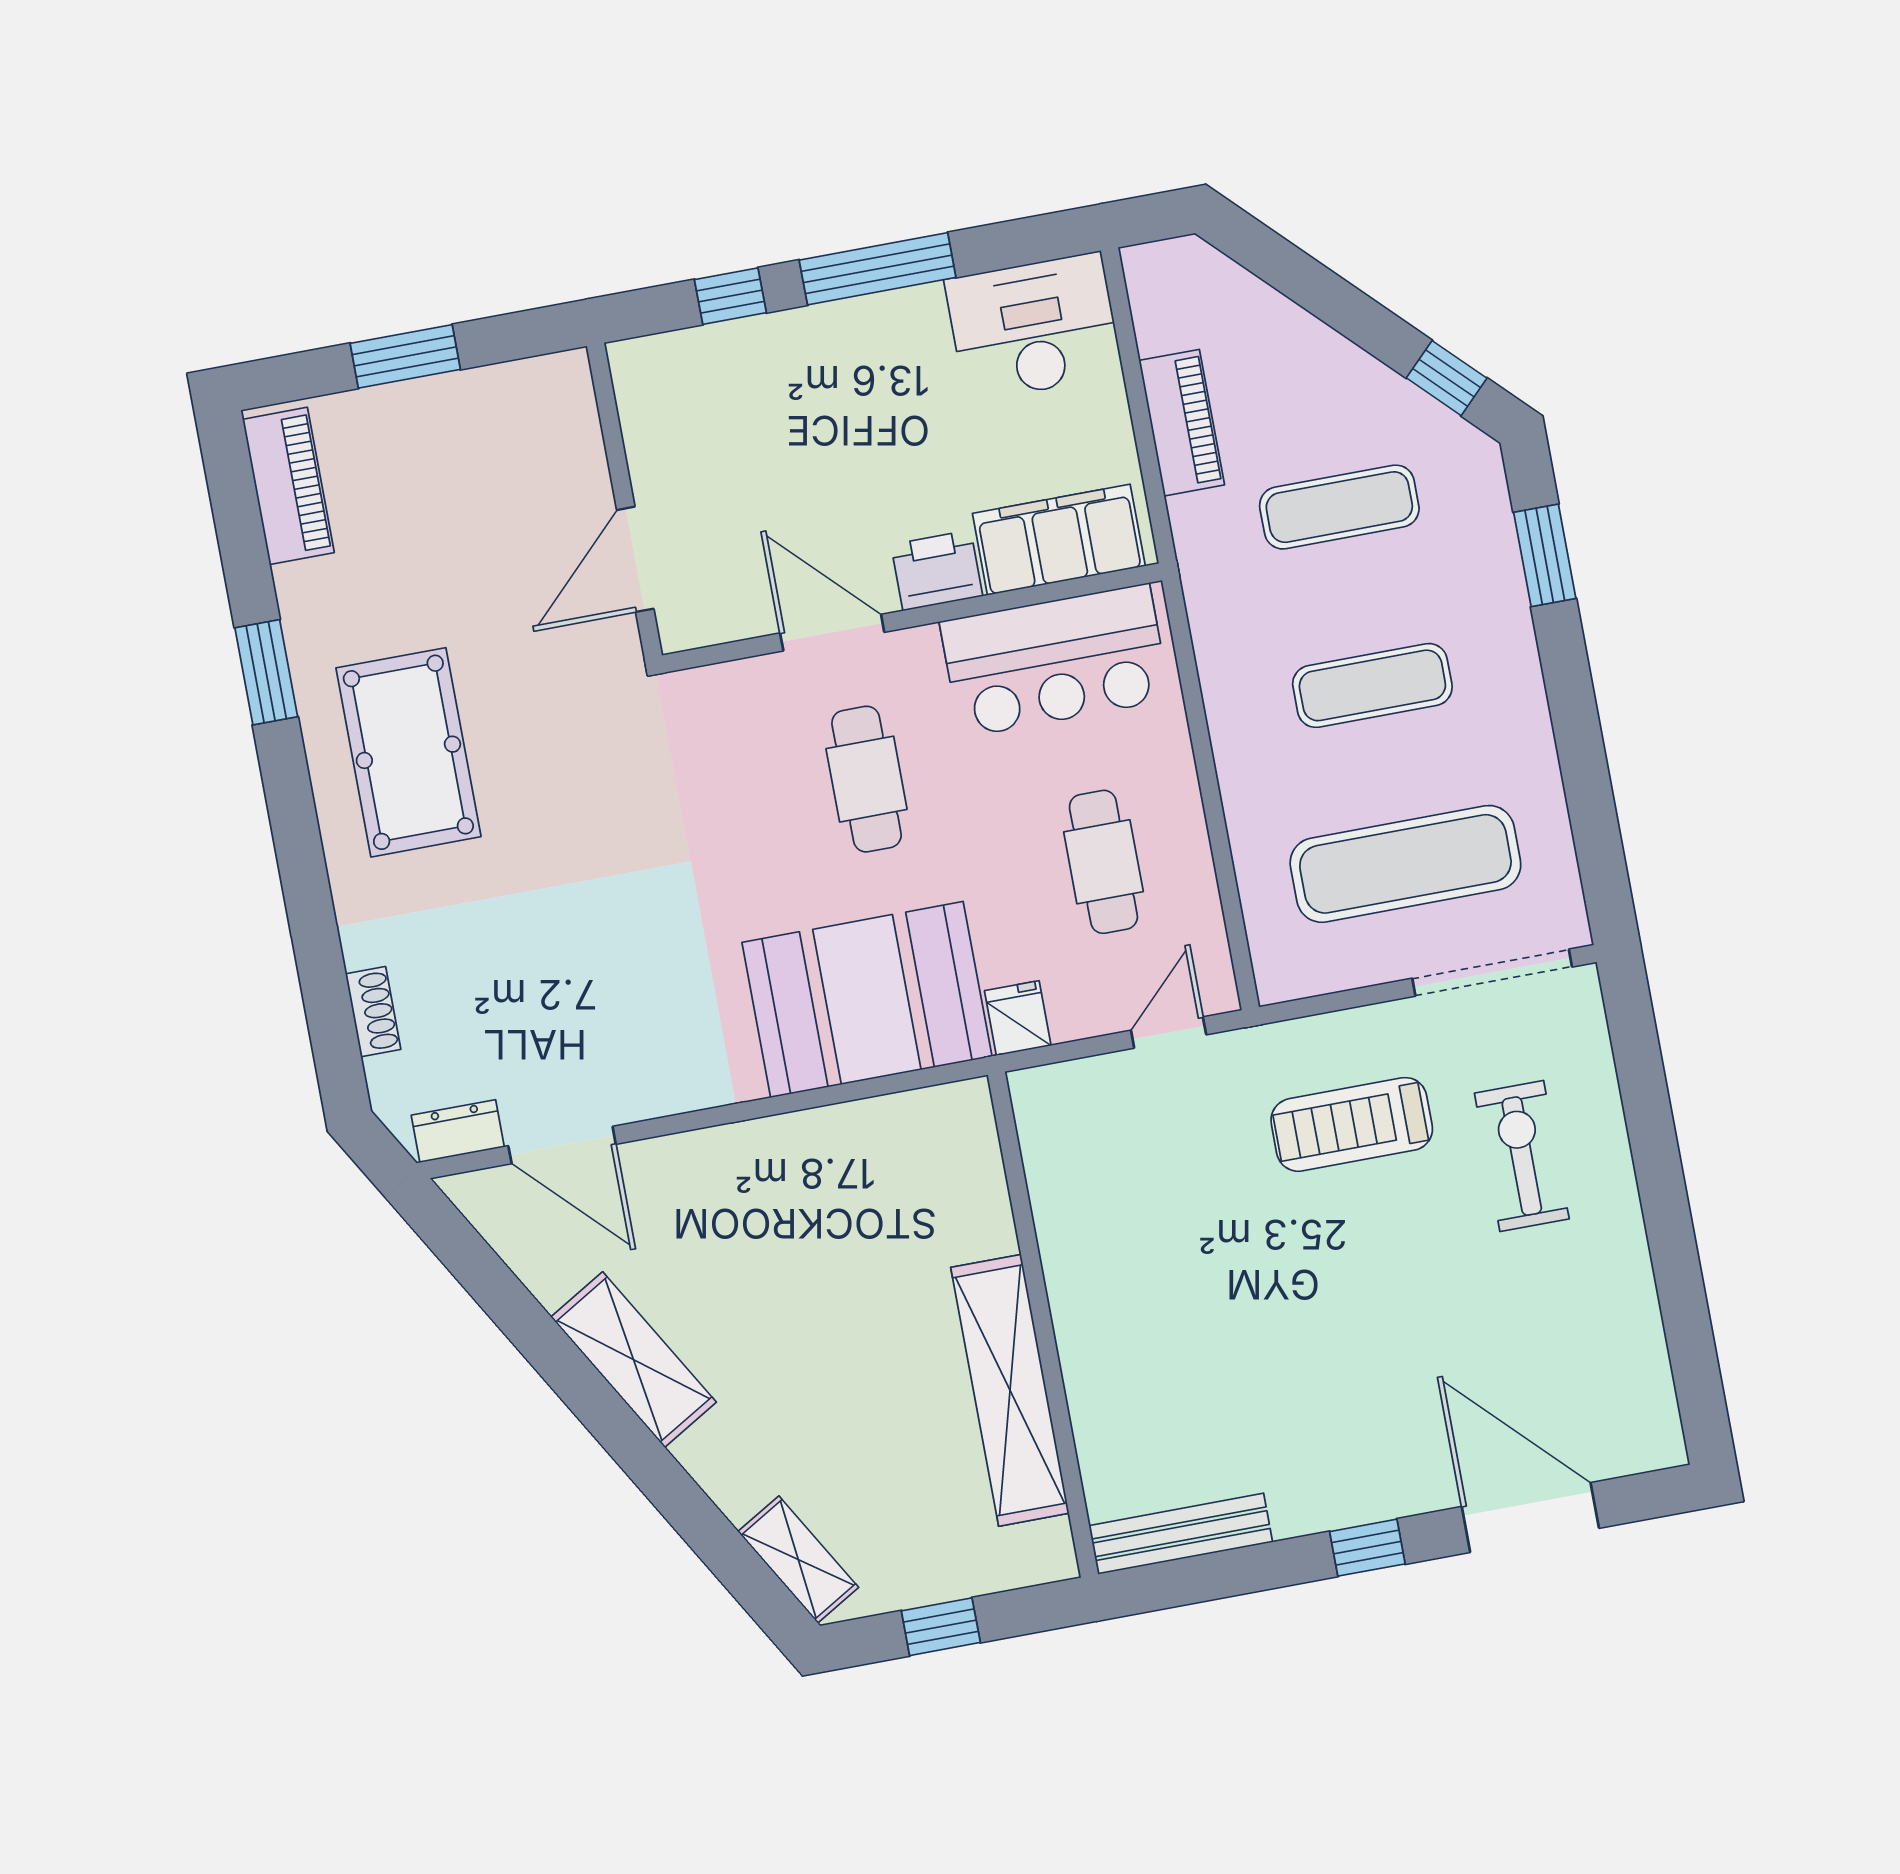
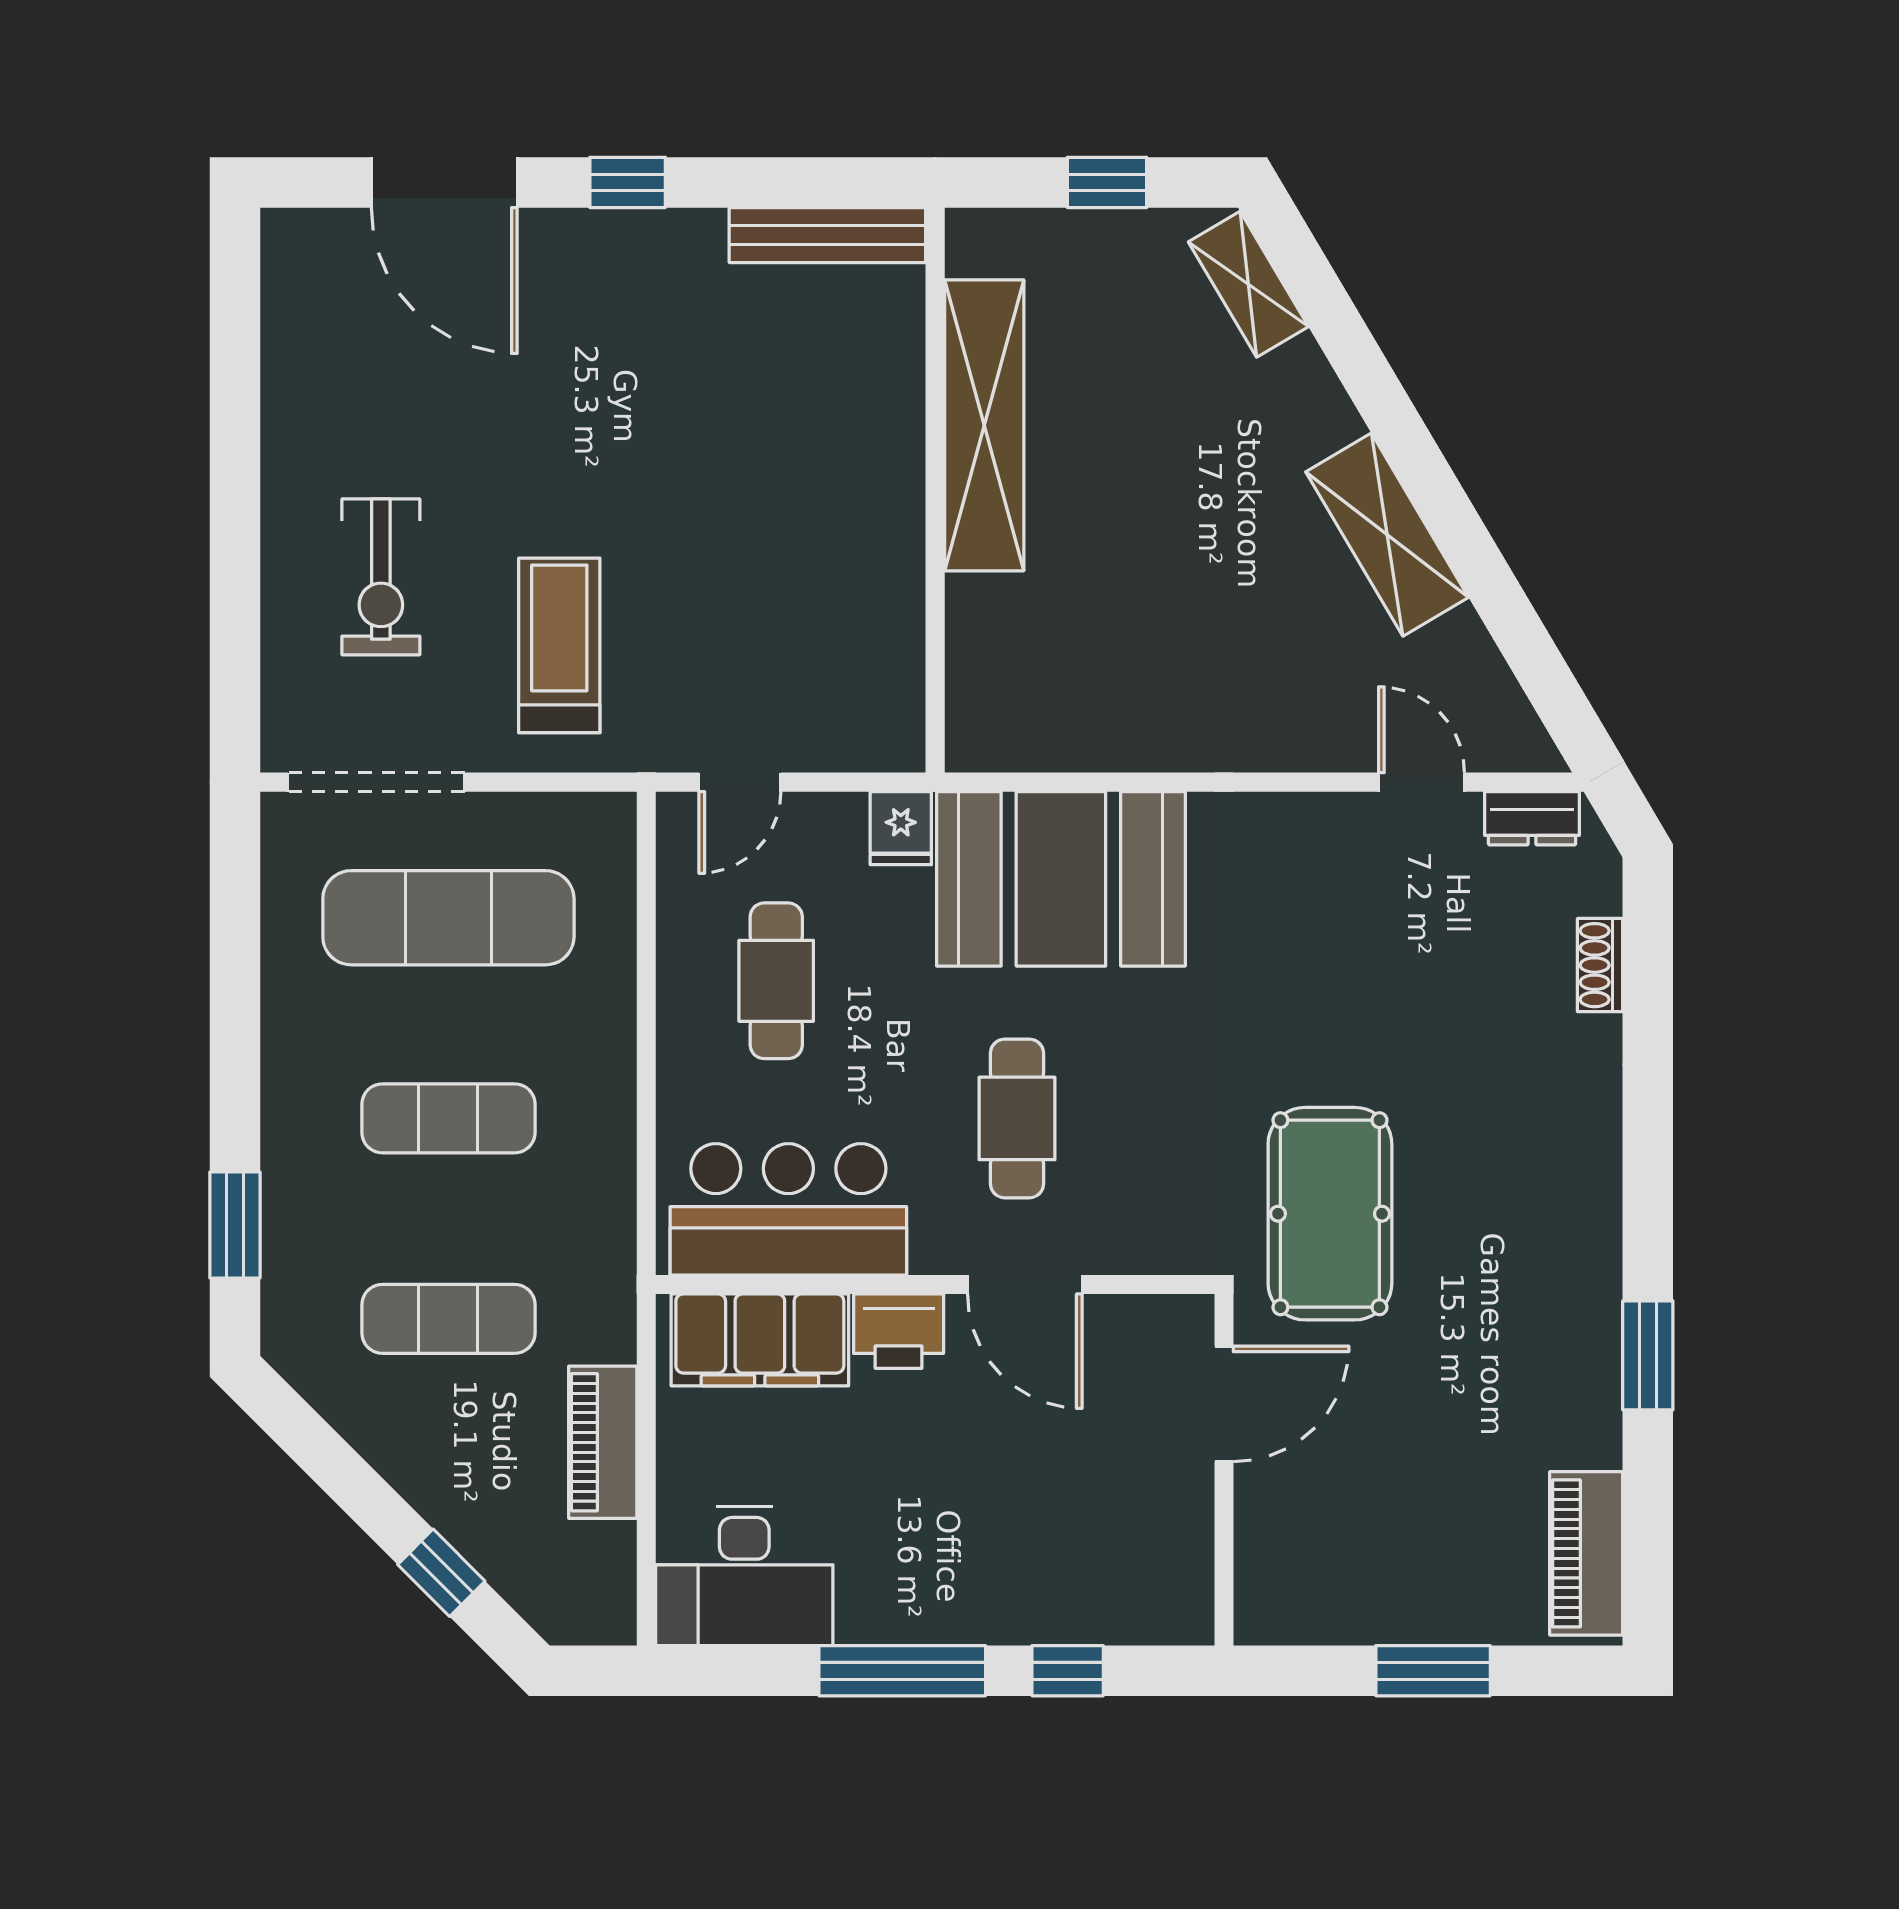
window: (1447, 378) -> (441, 1573), moved
pool table: (408, 752) -> (1330, 1214), moved
treadmill: (1352, 1124) -> (559, 645), turned -90
door: (562, 1145) -> (1421, 782), width x0.73

